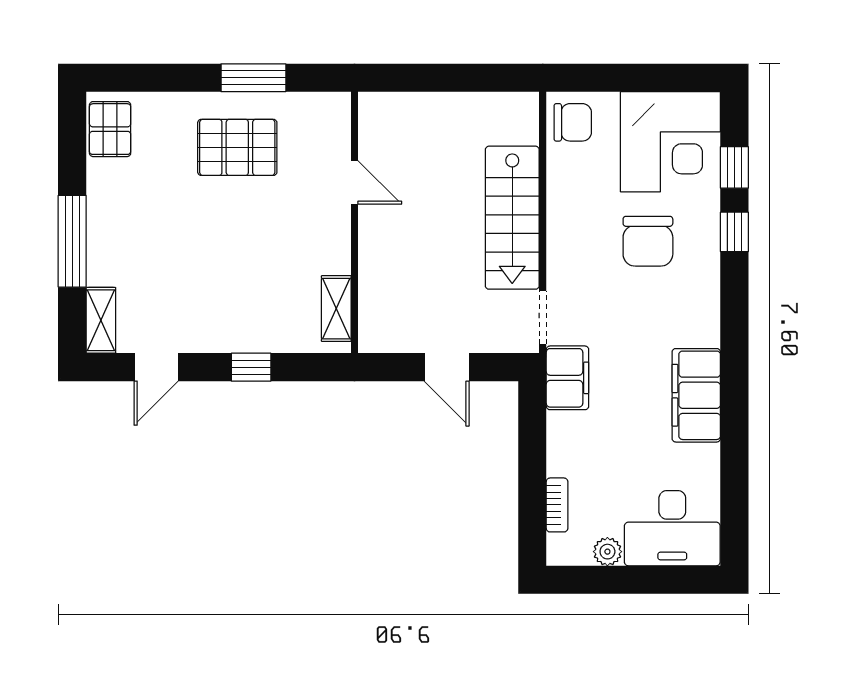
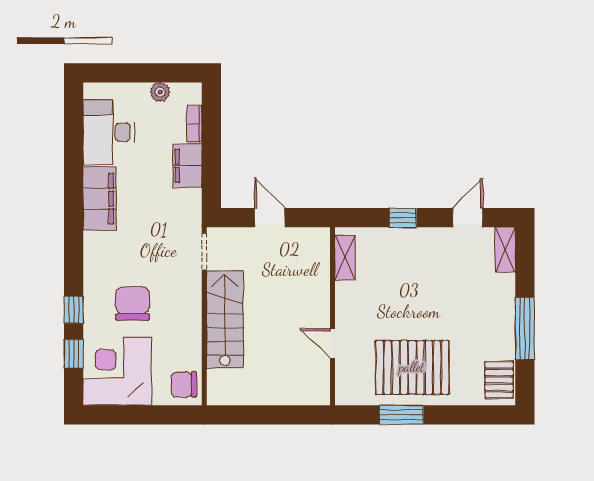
pallet: (237, 147) -> (412, 367), width x1.37, depth x1.41
window: (72, 241) -> (525, 329), moved
filing cabinet: (567, 378) -> (187, 166), moved
desk: (672, 528) -> (109, 132), moved, turned -90

